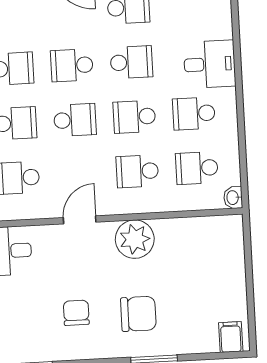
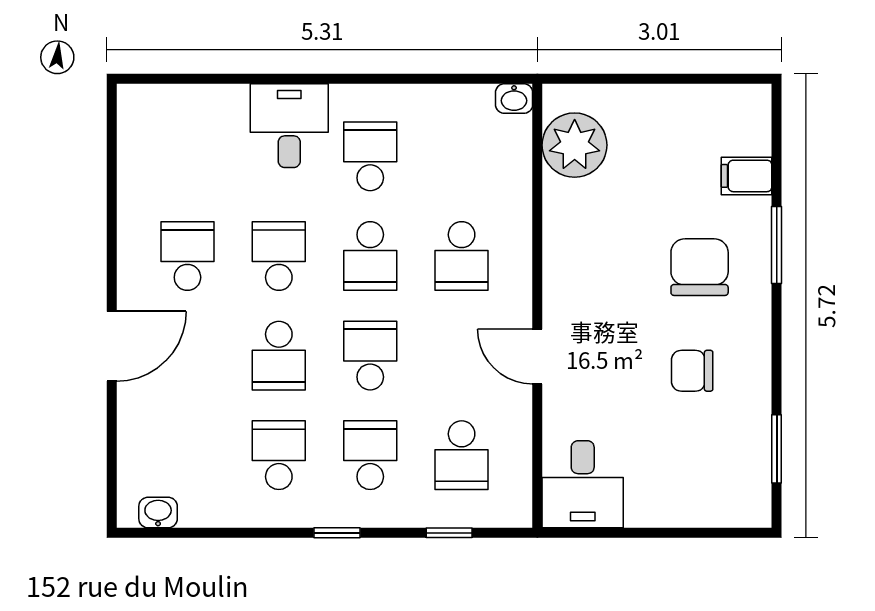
school desk: (194, 114) -> (370, 156), turned 180
school desk: (197, 168) -> (462, 156), removed
plant: (135, 239) -> (575, 145), moved
filing cabinet: (231, 337) -> (747, 176), moved

